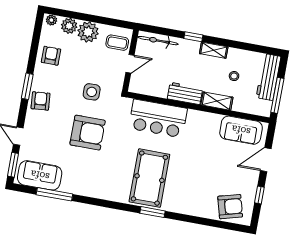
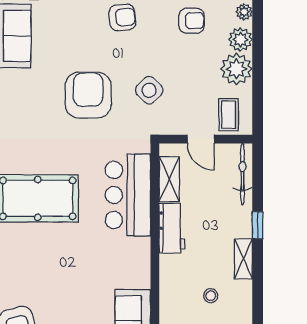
side table: (92, 92) -> (149, 90), turned 45
shelving: (217, 101) -> (169, 179), moved
armchair: (88, 133) -> (88, 95), turned 180

